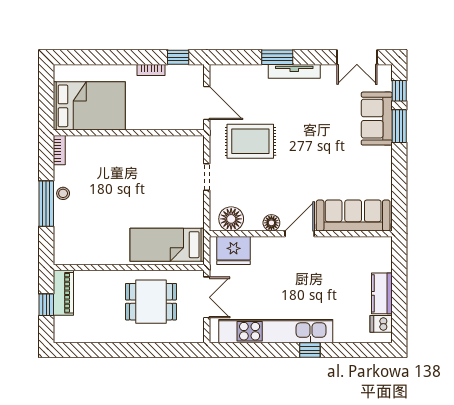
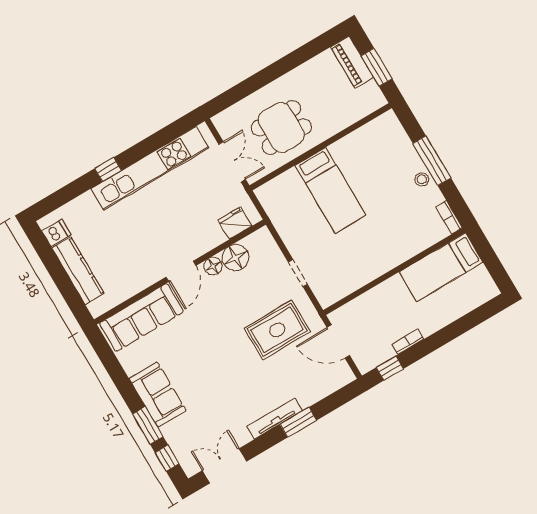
bed: (89, 106) -> (441, 267), width x0.67
sofa: (377, 119) -> (158, 395), moved
floor lamp: (231, 219) -> (236, 258), moved
bed: (167, 245) -> (330, 190), moved, turned 90
fridge: (234, 251) -> (235, 223), width x0.73, depth x0.75
piano: (63, 293) -> (352, 62), moved
kitchen counter: (382, 293) -> (78, 271), width x1.50
double door: (207, 297) -> (232, 162), swing flipped
window: (46, 305) -> (377, 67), width x1.50

